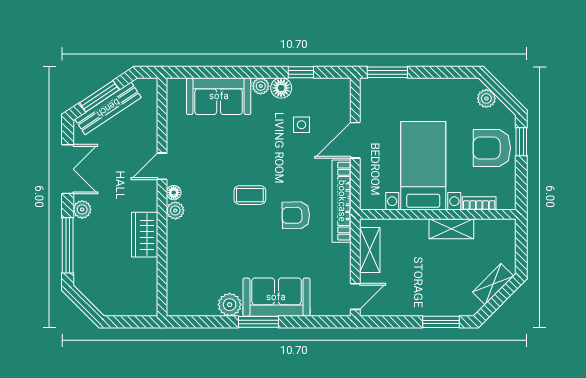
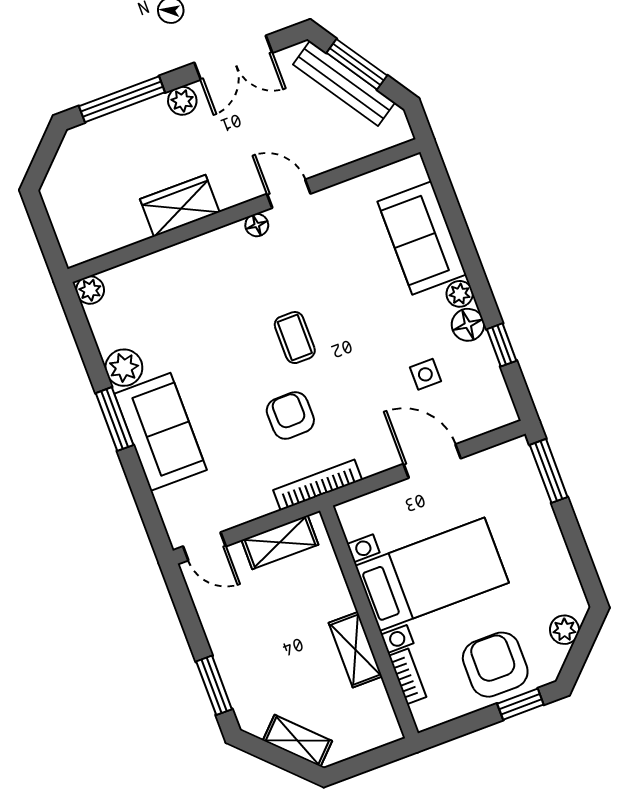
bookcase: (342, 201) -> (318, 485), width x0.68, depth x0.76
plant: (175, 210) -> (90, 290), moved

